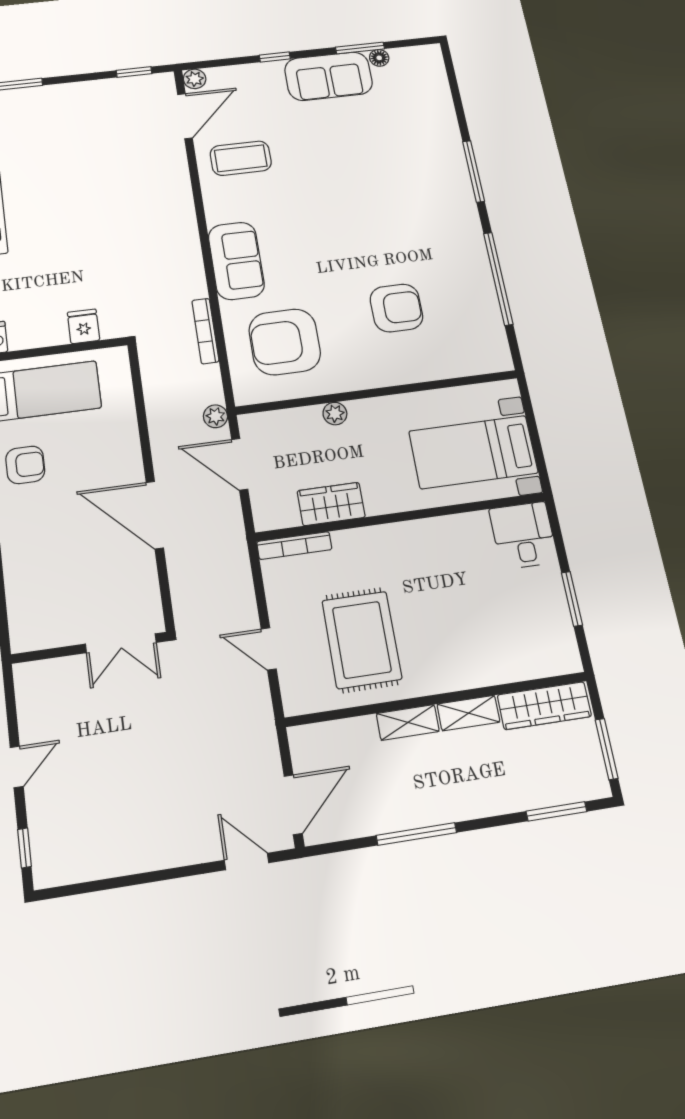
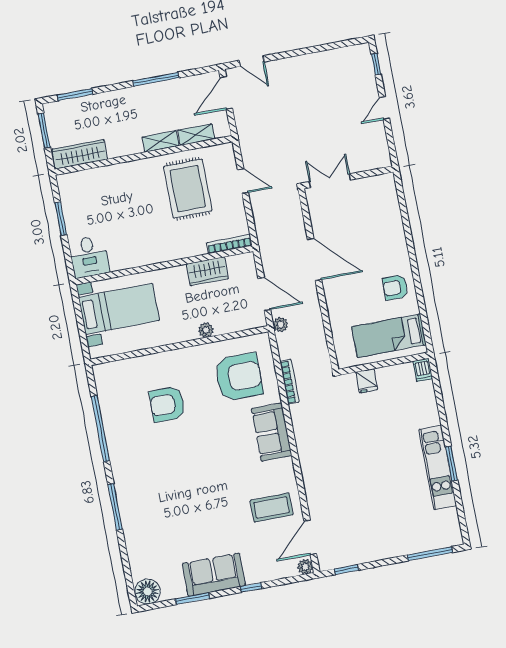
floor lamp: (379, 58) -> (148, 592), moved, width x1.89, depth x1.89
shelving: (468, 713) -> (196, 135), moved

